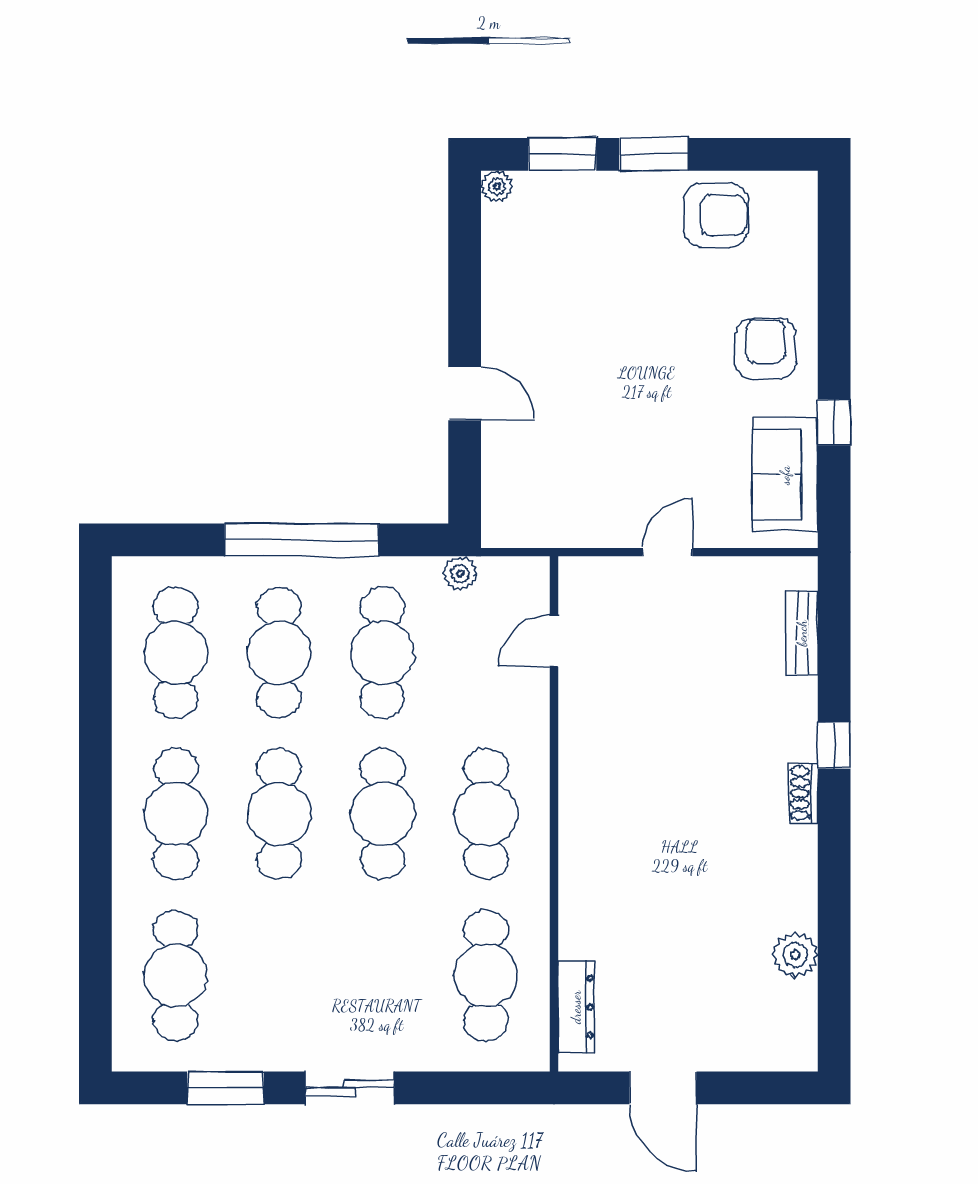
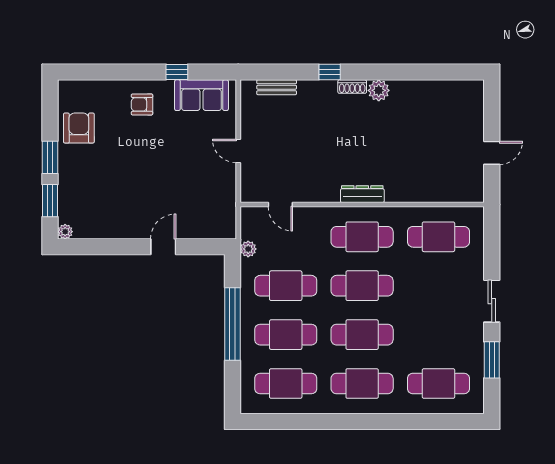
armchair: (765, 349) -> (142, 104), width x0.72, depth x0.72
plant: (795, 955) -> (379, 90), moved
dresser: (576, 1007) -> (362, 194), moved
door: (663, 1088) -> (492, 153), width x0.73

